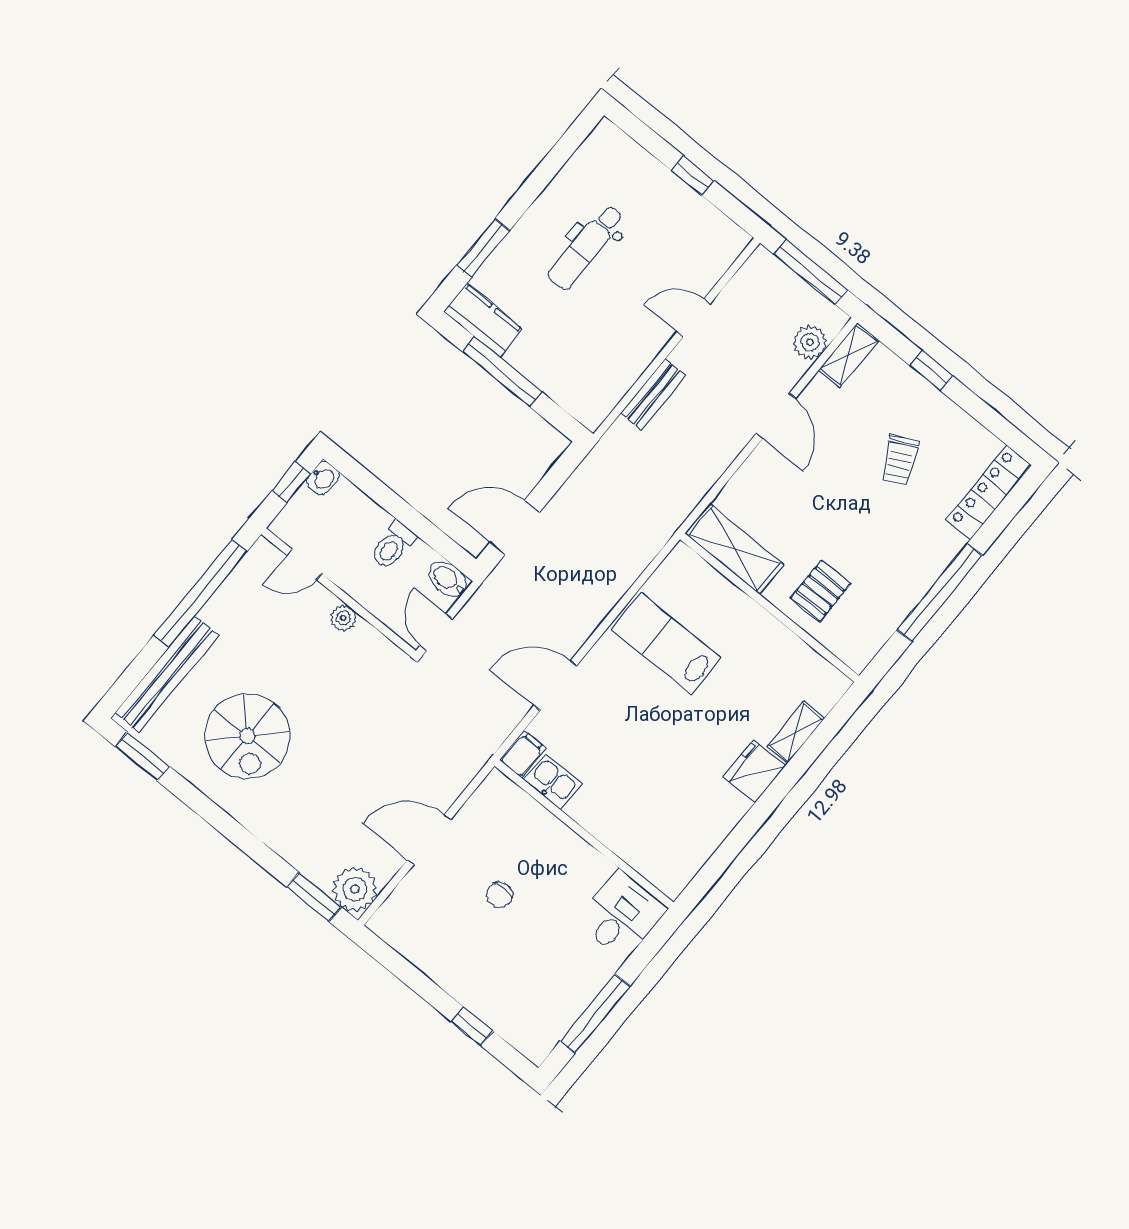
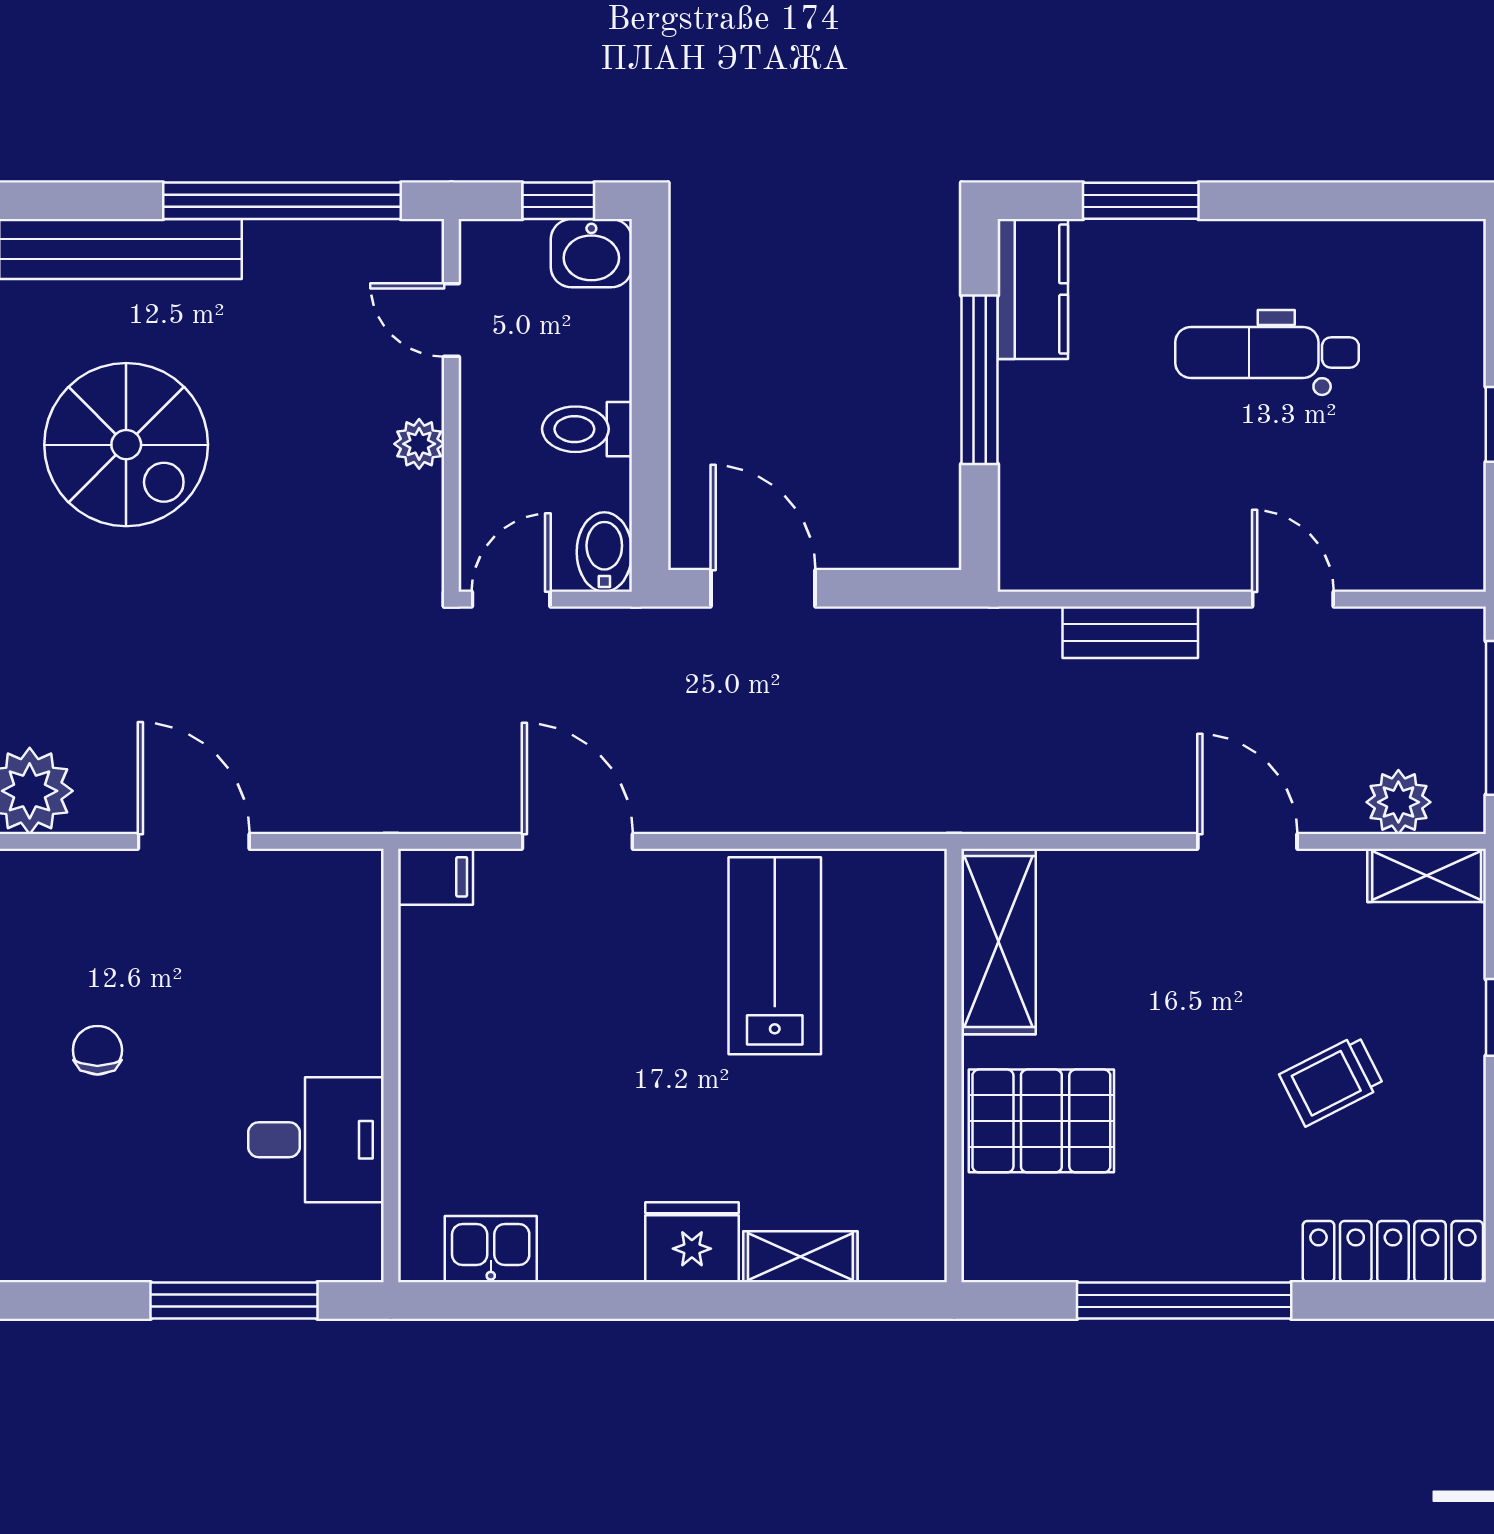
door: (776, 416) -> (1247, 841), swing flipped
washbasin: (323, 478) -> (591, 253), width x1.38, depth x1.45
pallet: (821, 591) -> (1041, 1121), width x1.50, depth x1.42
spiral stairs: (247, 736) -> (126, 445), turned -90
kitchen sink: (553, 782) -> (491, 1249), moved, turned -90
chair: (500, 895) -> (97, 1050), moved, turned 90
desk: (621, 915) -> (316, 1140), moved
window: (595, 1014) -> (234, 1301), moved

